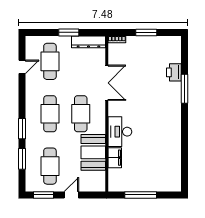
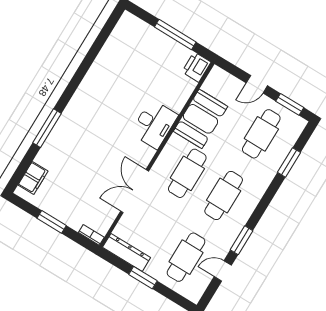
printer: (174, 72) -> (196, 67), moved, turned 180
window: (22, 129) -> (242, 240), moved
filing cabinet: (115, 158) -> (33, 178), moved, turned 180

